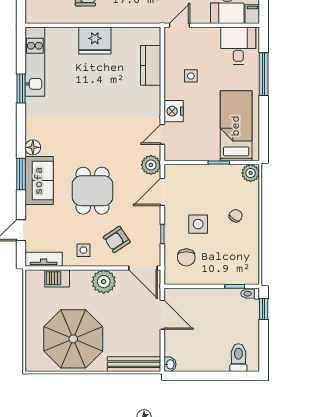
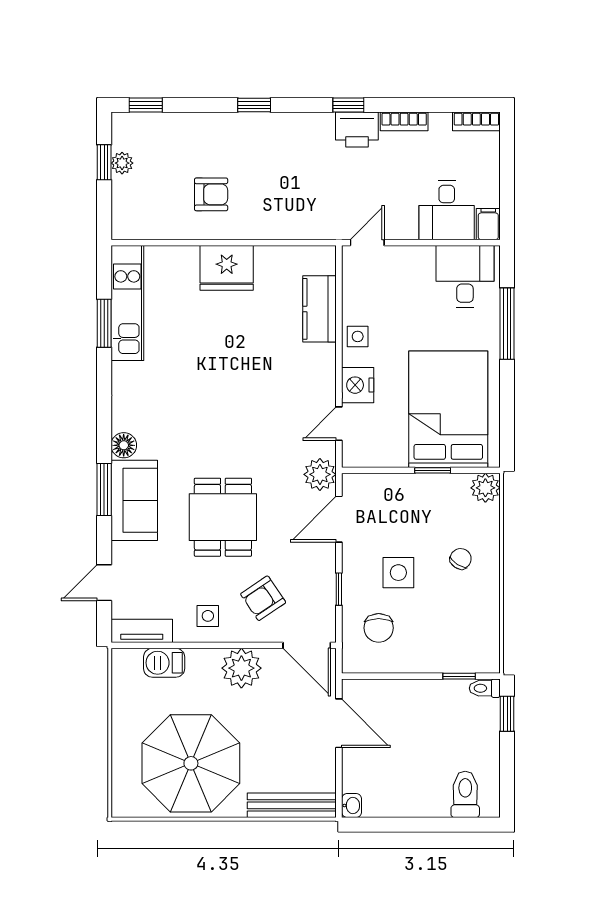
side table: (191, 76) -> (358, 336), moved
window: (21, 88) -> (104, 323), moved
bed: (236, 126) -> (448, 409), width x1.50

